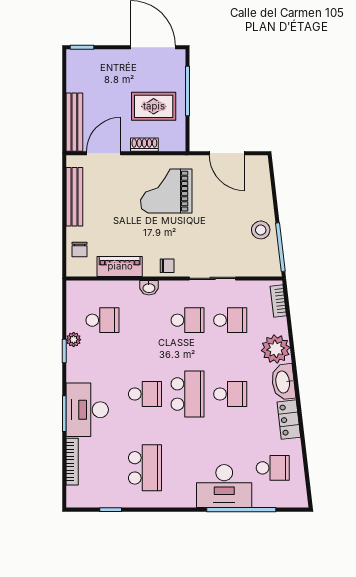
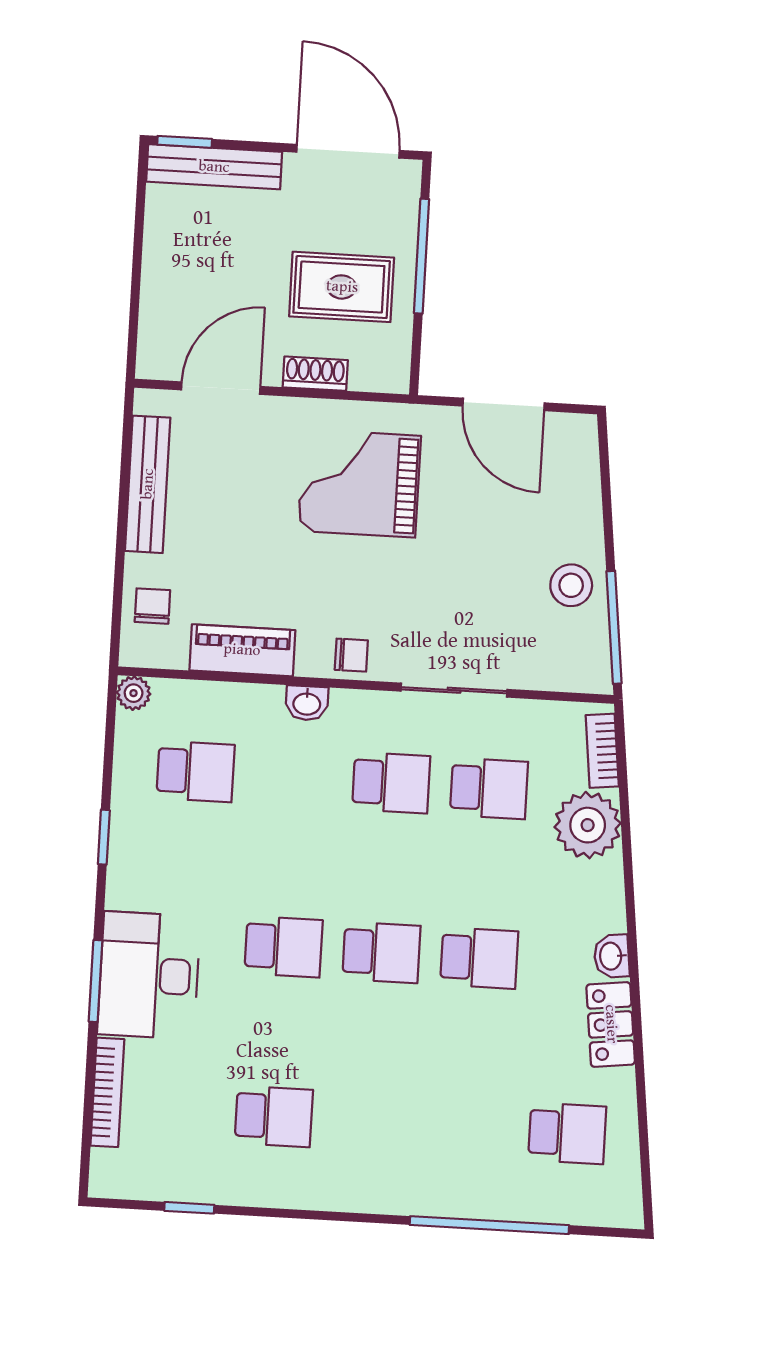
bench: (74, 122) -> (214, 167), moved, turned 90
chair: (80, 249) -> (152, 606), turned 180
plant: (74, 340) -> (134, 693), moved
plant: (276, 349) -> (588, 825), moved
washbasin: (283, 382) -> (612, 956), width x0.52, depth x0.69
school desk: (188, 394) -> (381, 952), width x0.54
school desk: (145, 468) -> (274, 1116), width x0.54
desk: (224, 486) -> (453, 1169), removed

